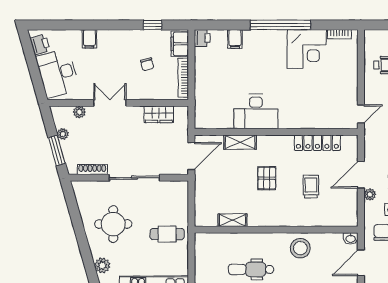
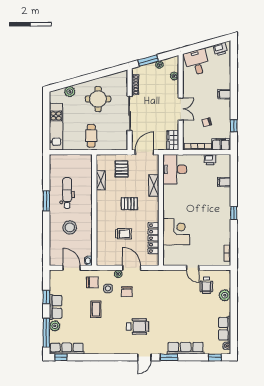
window: (280, 25) -> (234, 213), width x0.32
printer: (202, 38) -> (210, 160), moved
filing cabinet: (89, 39) -> (224, 94), moved
corner desk: (307, 49) -> (176, 232), moved, turned 180
desk: (58, 73) -> (197, 62), width x0.73
double door: (110, 103) -> (181, 109), moved
desk: (256, 112) -> (175, 169), moved
wardrobe: (159, 114) -> (173, 140), moved
door: (361, 114) -> (193, 268), moved
door: (191, 156) -> (144, 152), swing flipped
pallet: (216, 189) -> (122, 169), added
stool: (300, 248) -> (70, 227), moved

